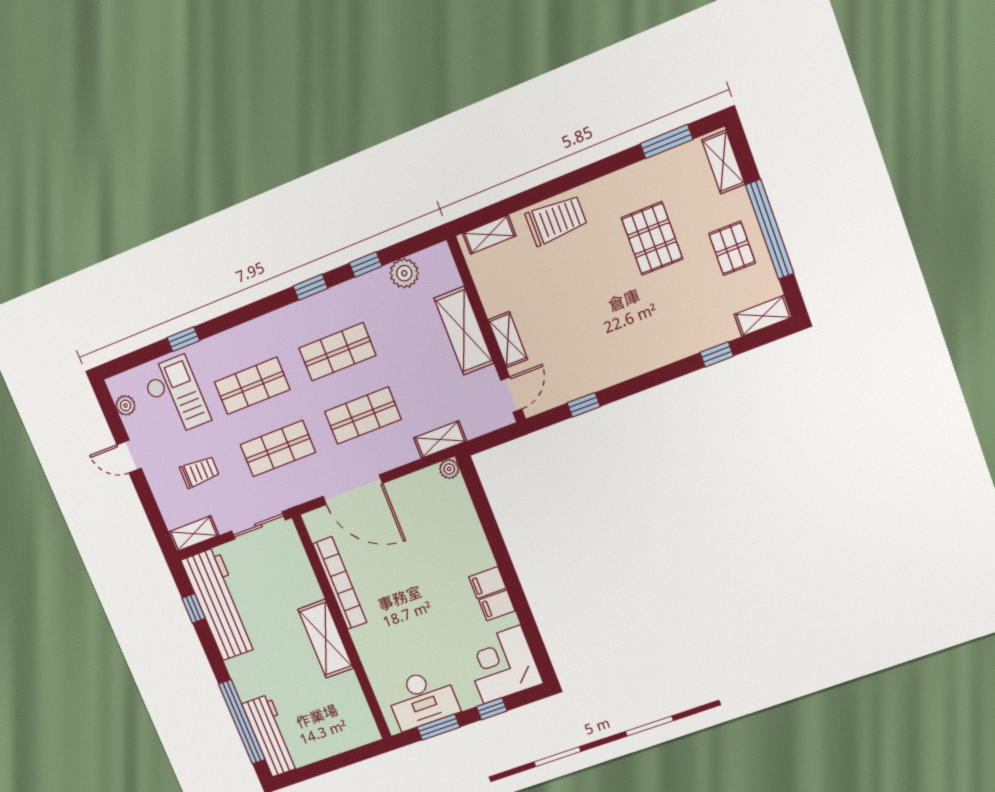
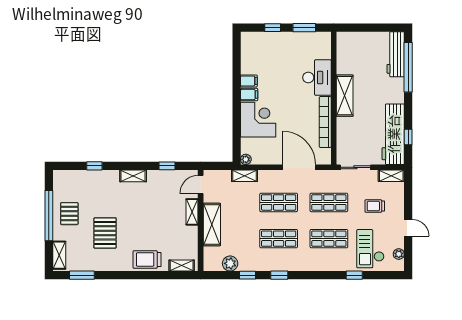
shelving: (763, 316) -> (133, 176), moved
corner desk: (502, 665) -> (258, 120), moved, turned -90
desk: (422, 699) -> (317, 77), moved, turned 90

